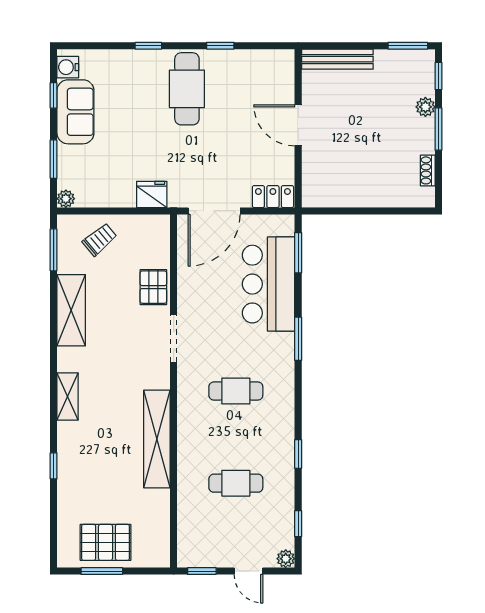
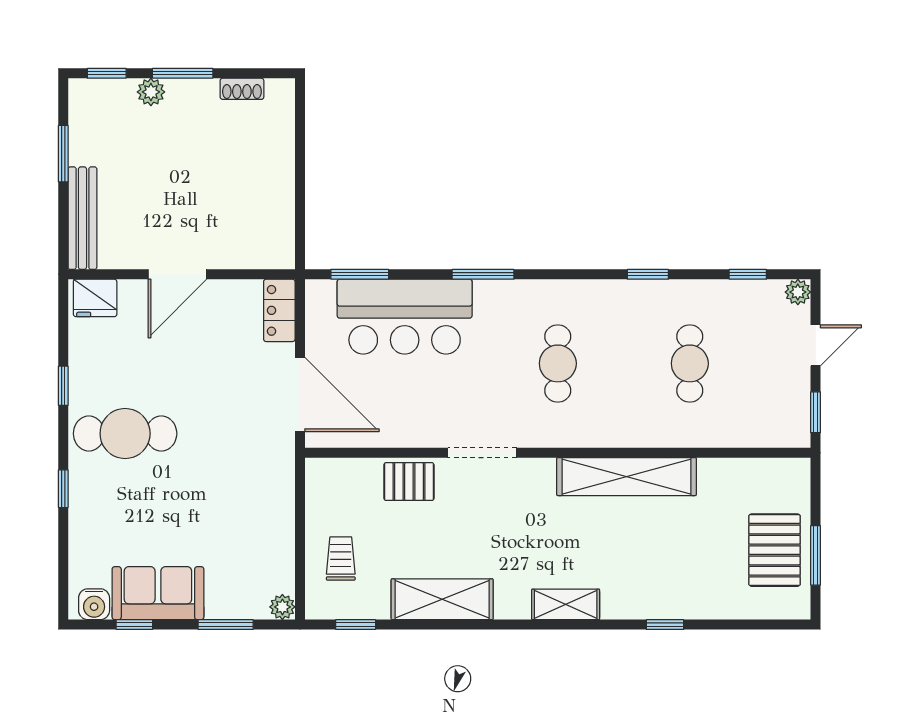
window: (408, 46) -> (63, 154), moved
fridge: (152, 194) -> (95, 298), moved, turned -90
trolley: (100, 239) -> (341, 559), turned 40
window: (54, 250) -> (356, 625), width x0.67

